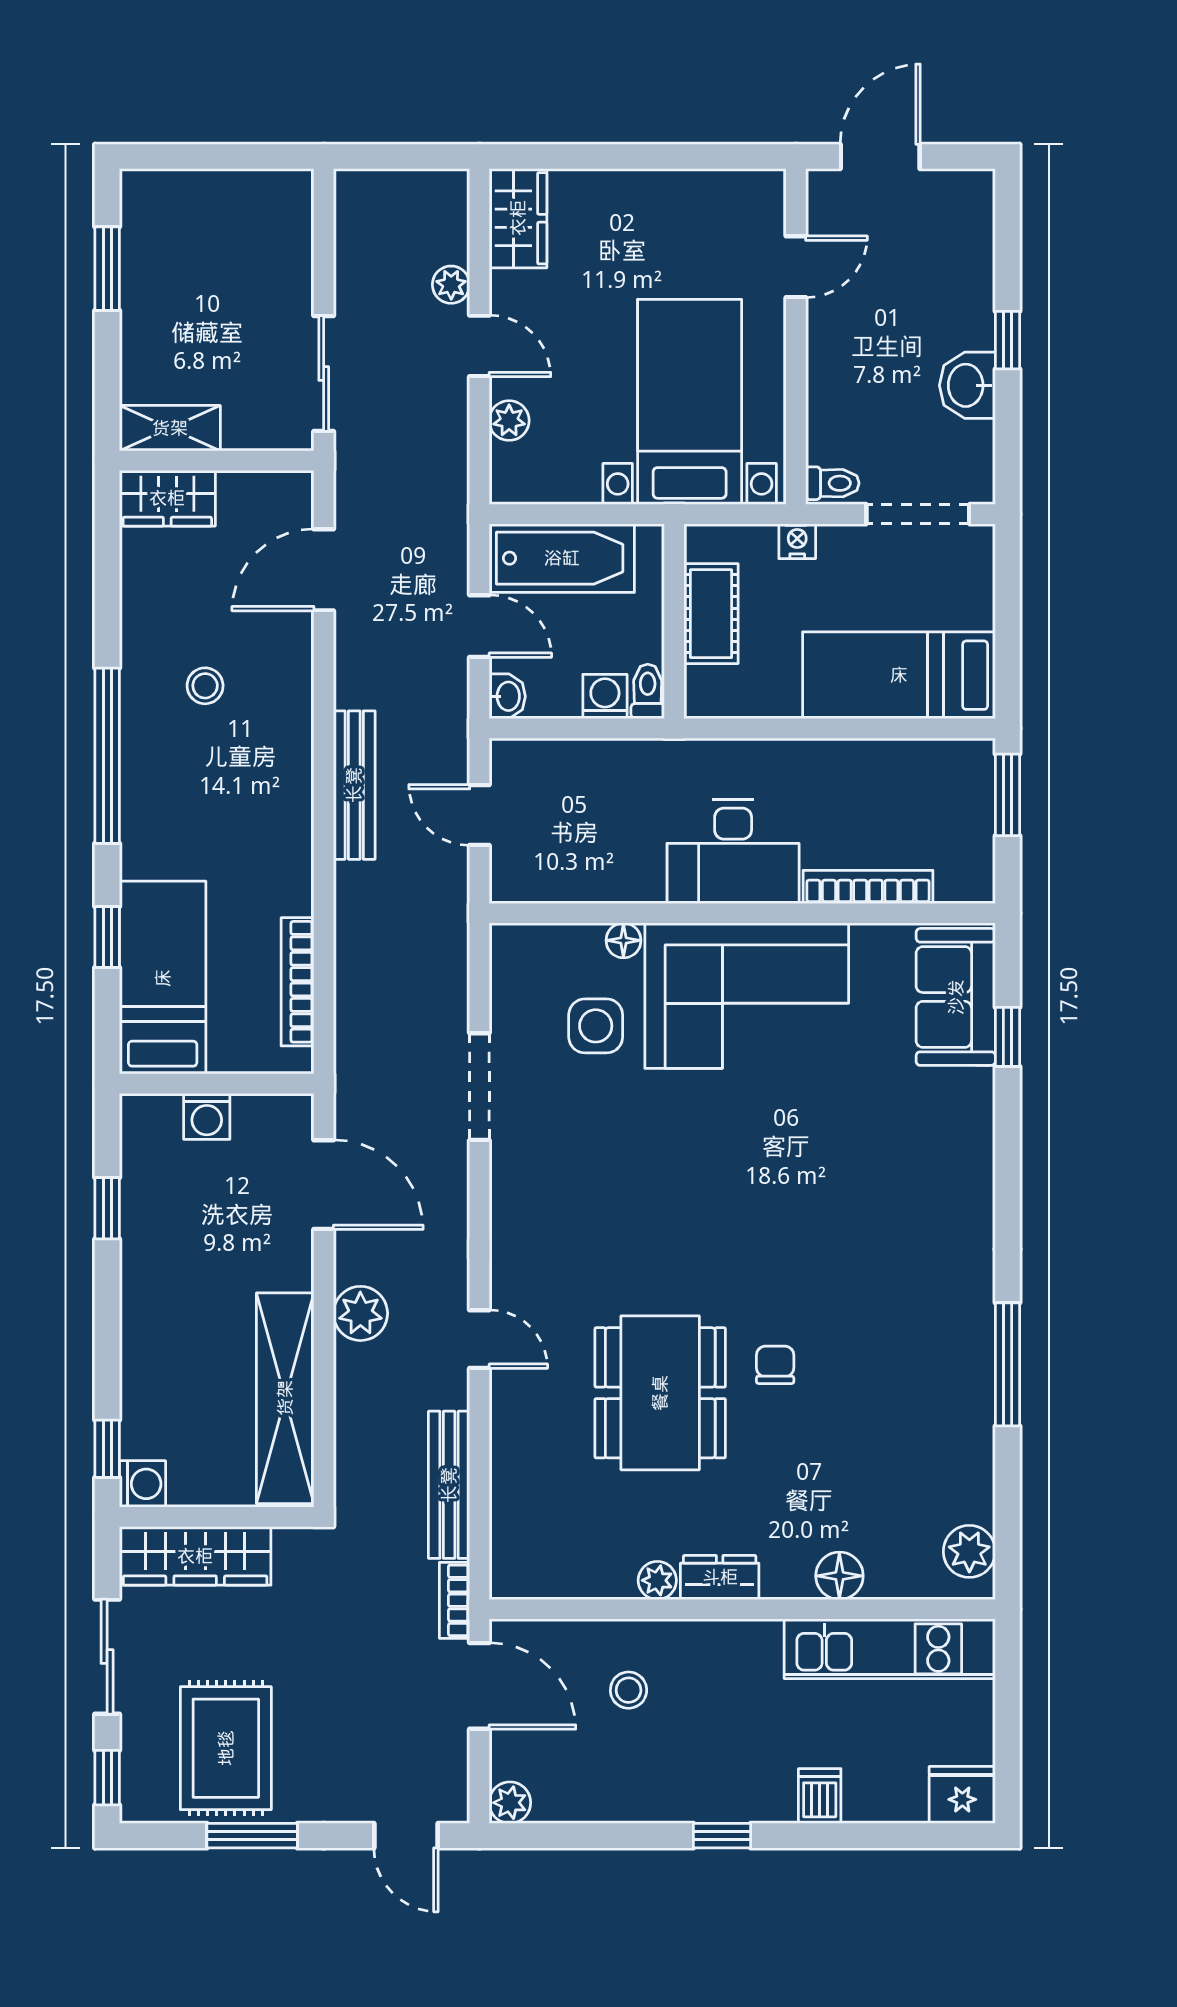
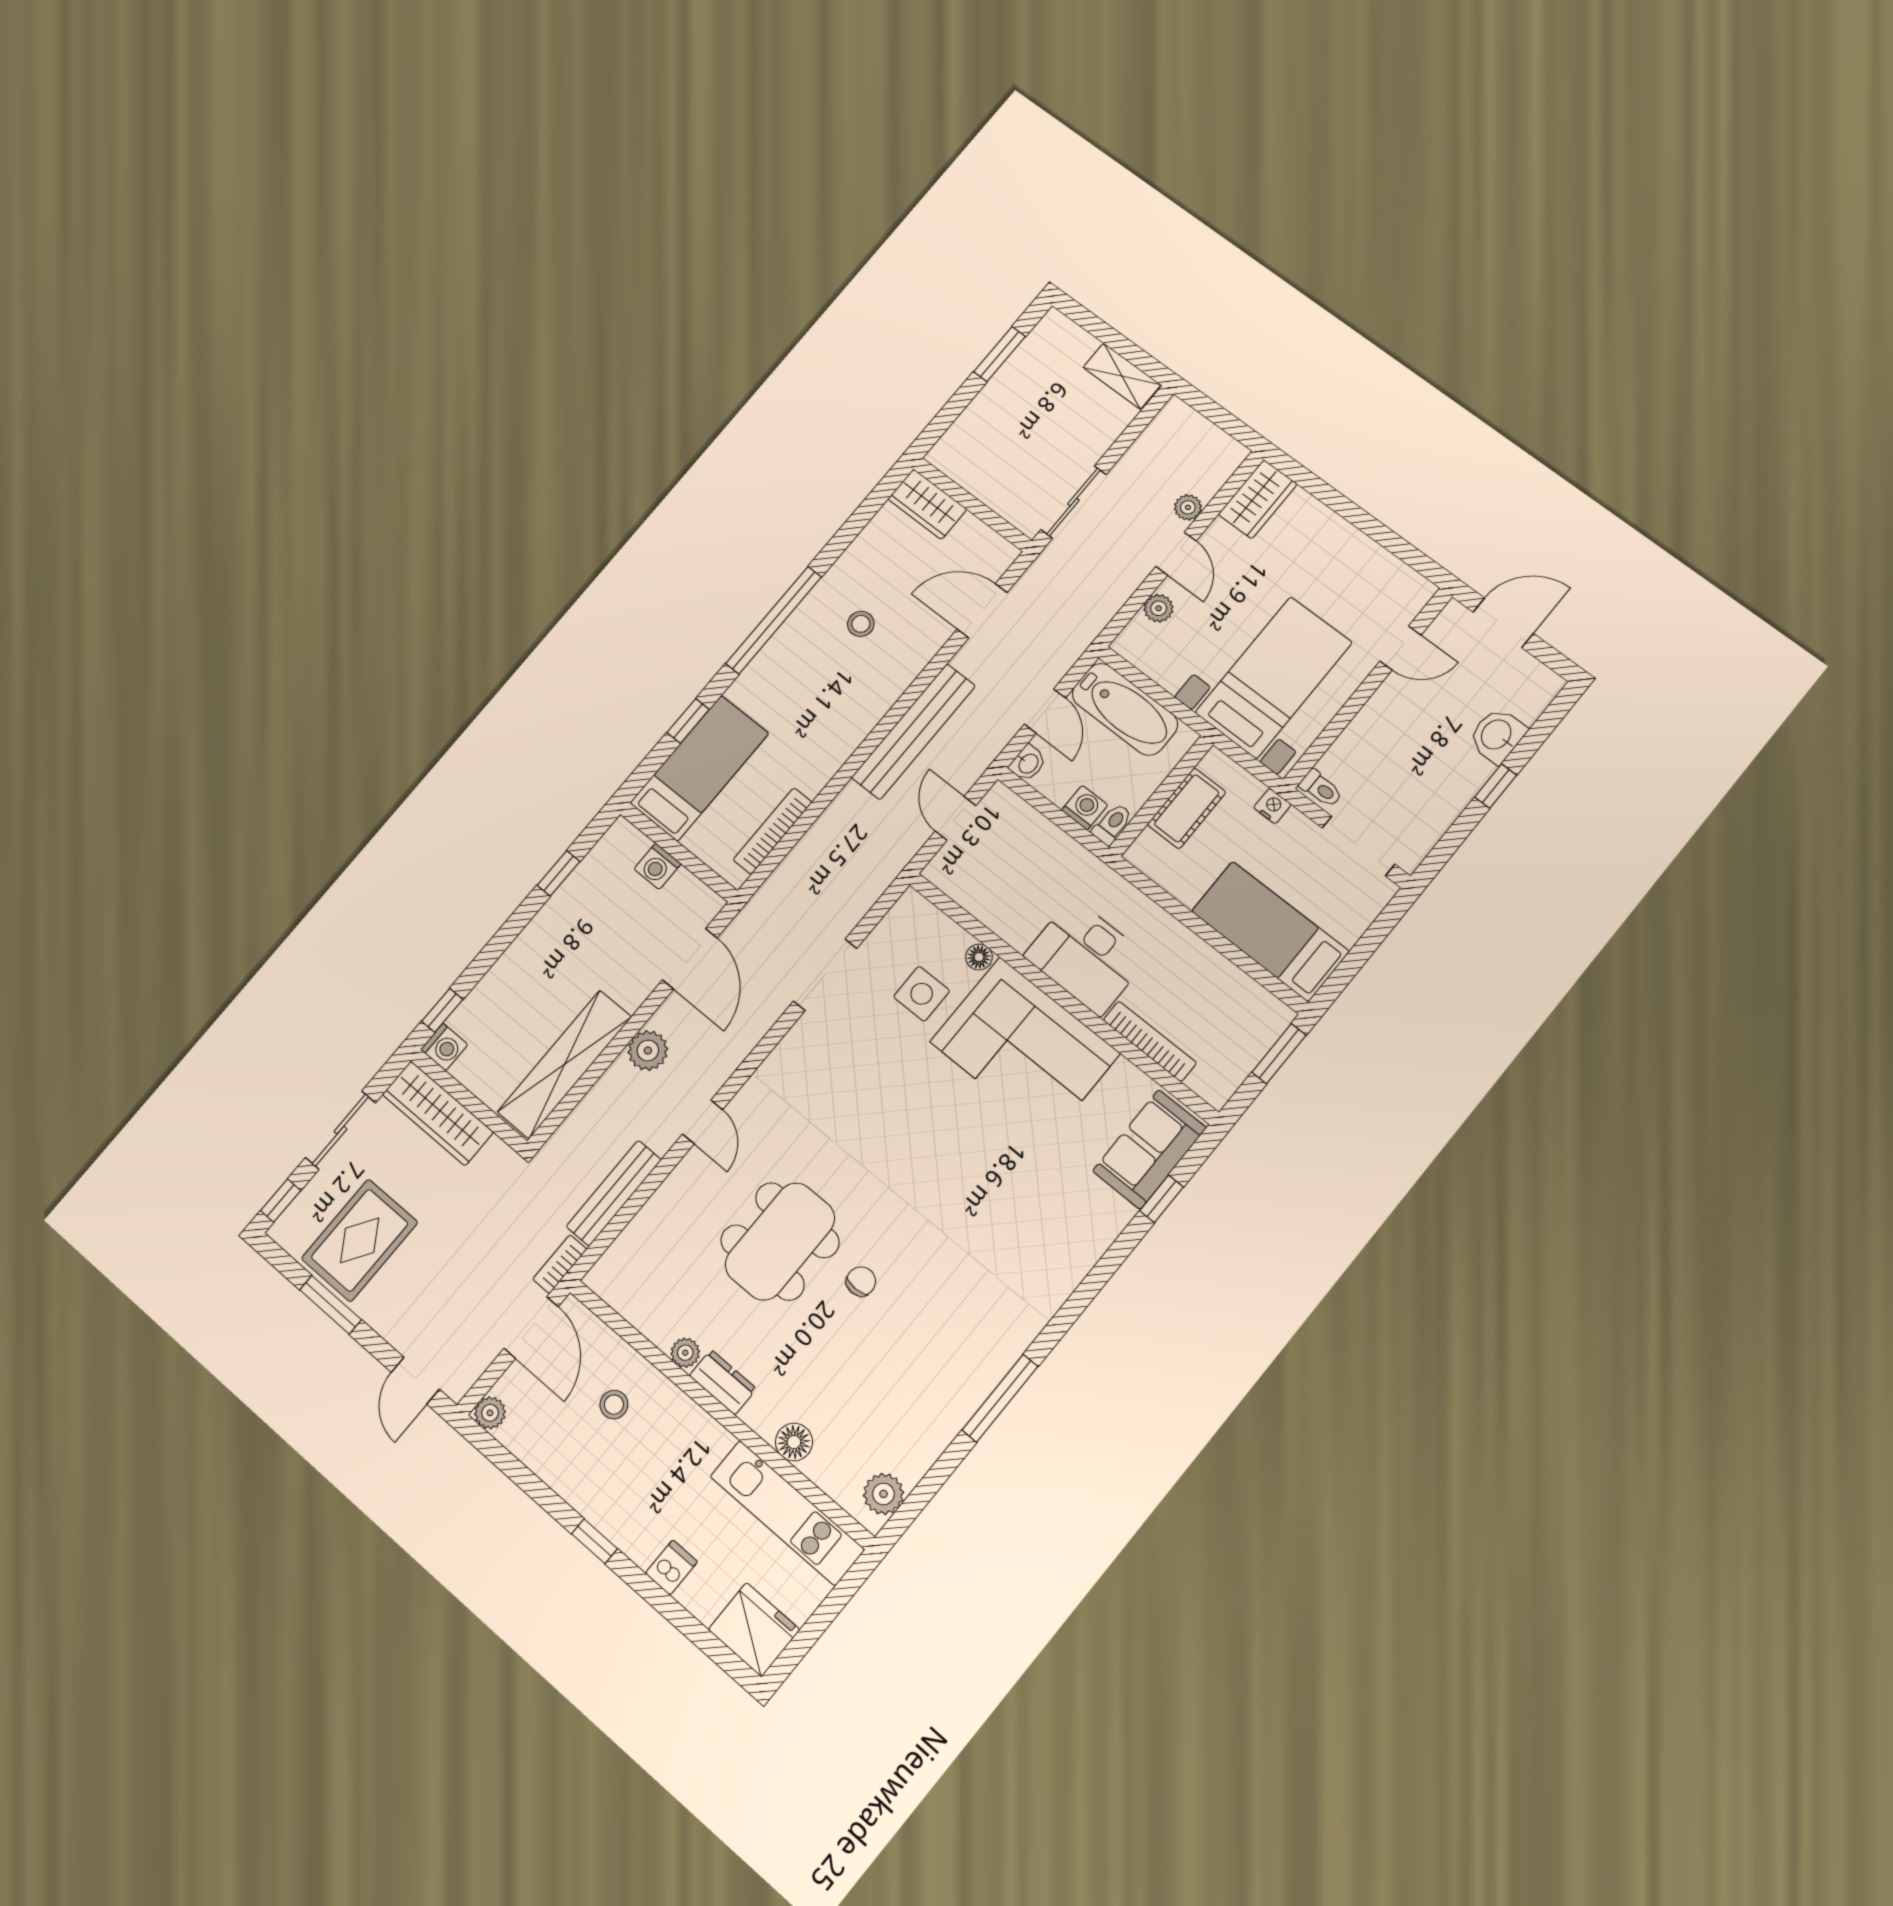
washbasin: (967, 385) -> (1497, 735), moved
shelving: (170, 428) -> (1122, 376), moved
bench: (354, 785) -> (914, 732), width x1.37, depth x1.21
fridge: (962, 1795) -> (754, 1630), width x1.36, depth x1.34

